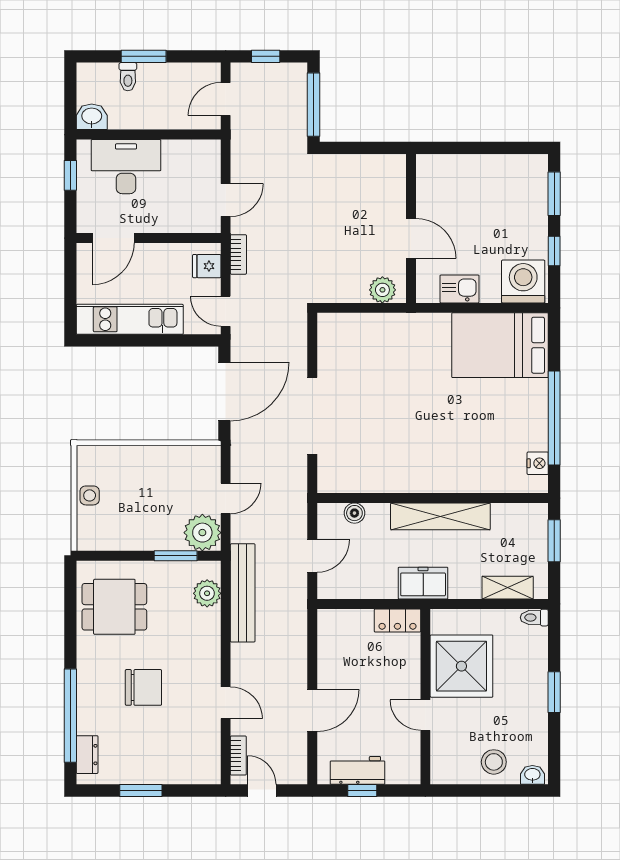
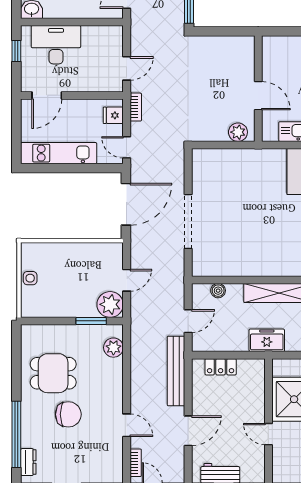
bench: (243, 593) -> (176, 371), moved
dining table: (114, 607) -> (53, 373), moved
locker: (397, 620) -> (221, 367), moved

